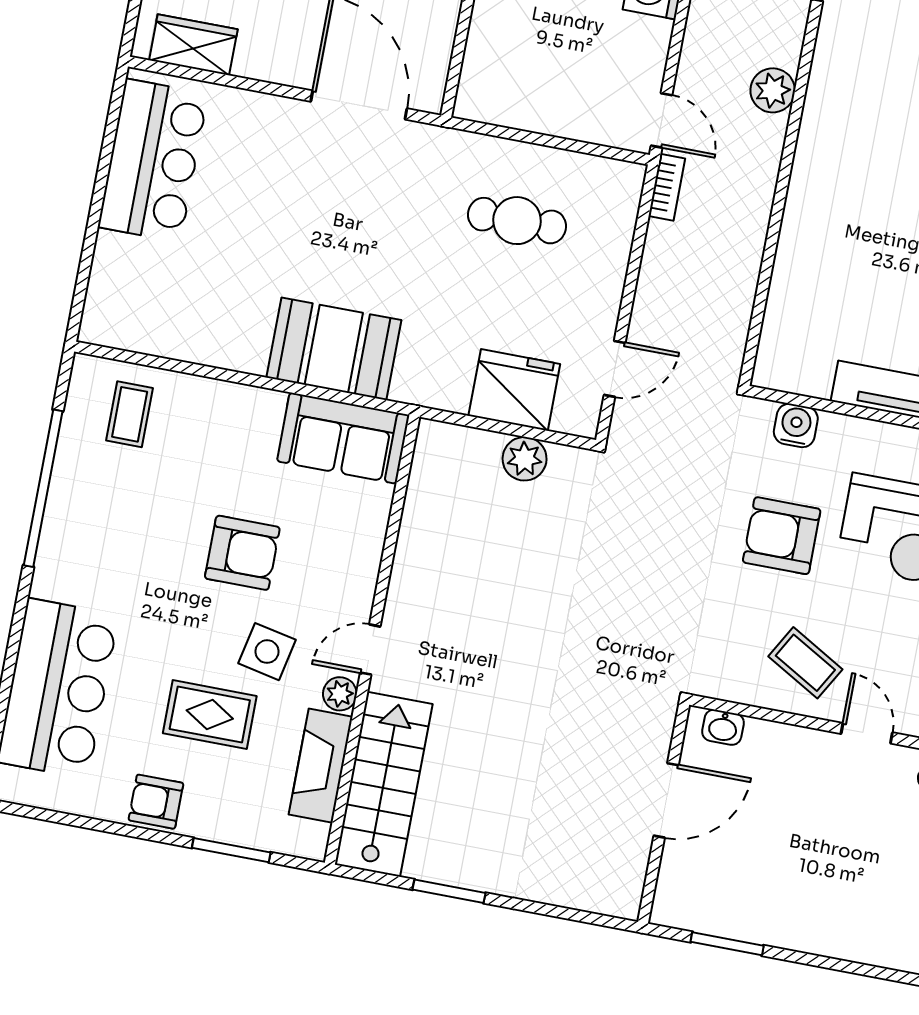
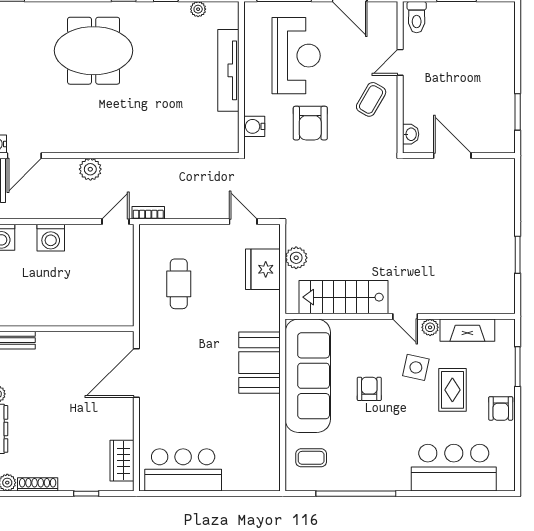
sofa: (343, 438) -> (308, 376), width x1.85, depth x1.27
armchair: (242, 553) -> (369, 389), width x0.72, depth x0.72
stairs: (384, 784) -> (344, 297), moved

